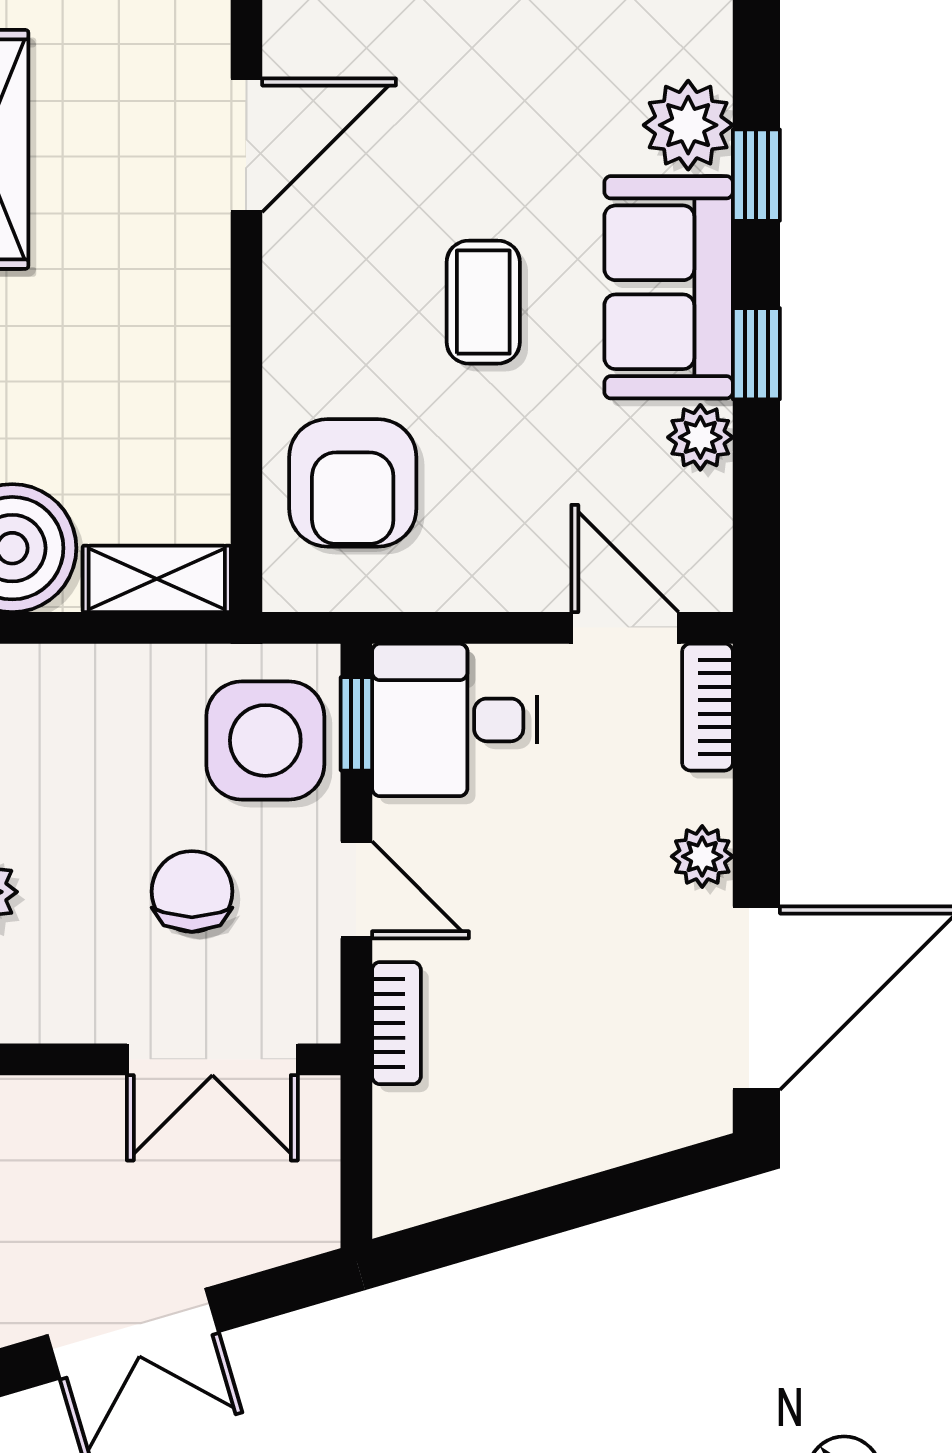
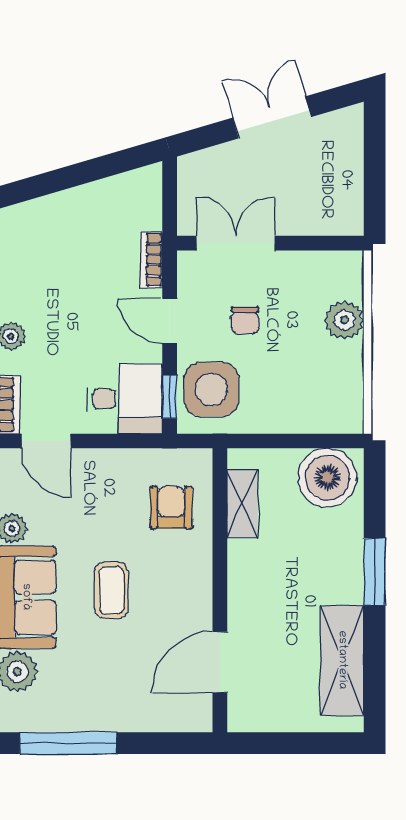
armchair: (353, 483) -> (171, 508), width x0.72, depth x0.72
shelving: (157, 579) -> (242, 504), moved, turned 90
chair: (192, 891) -> (245, 320), width x0.73, depth x0.73

